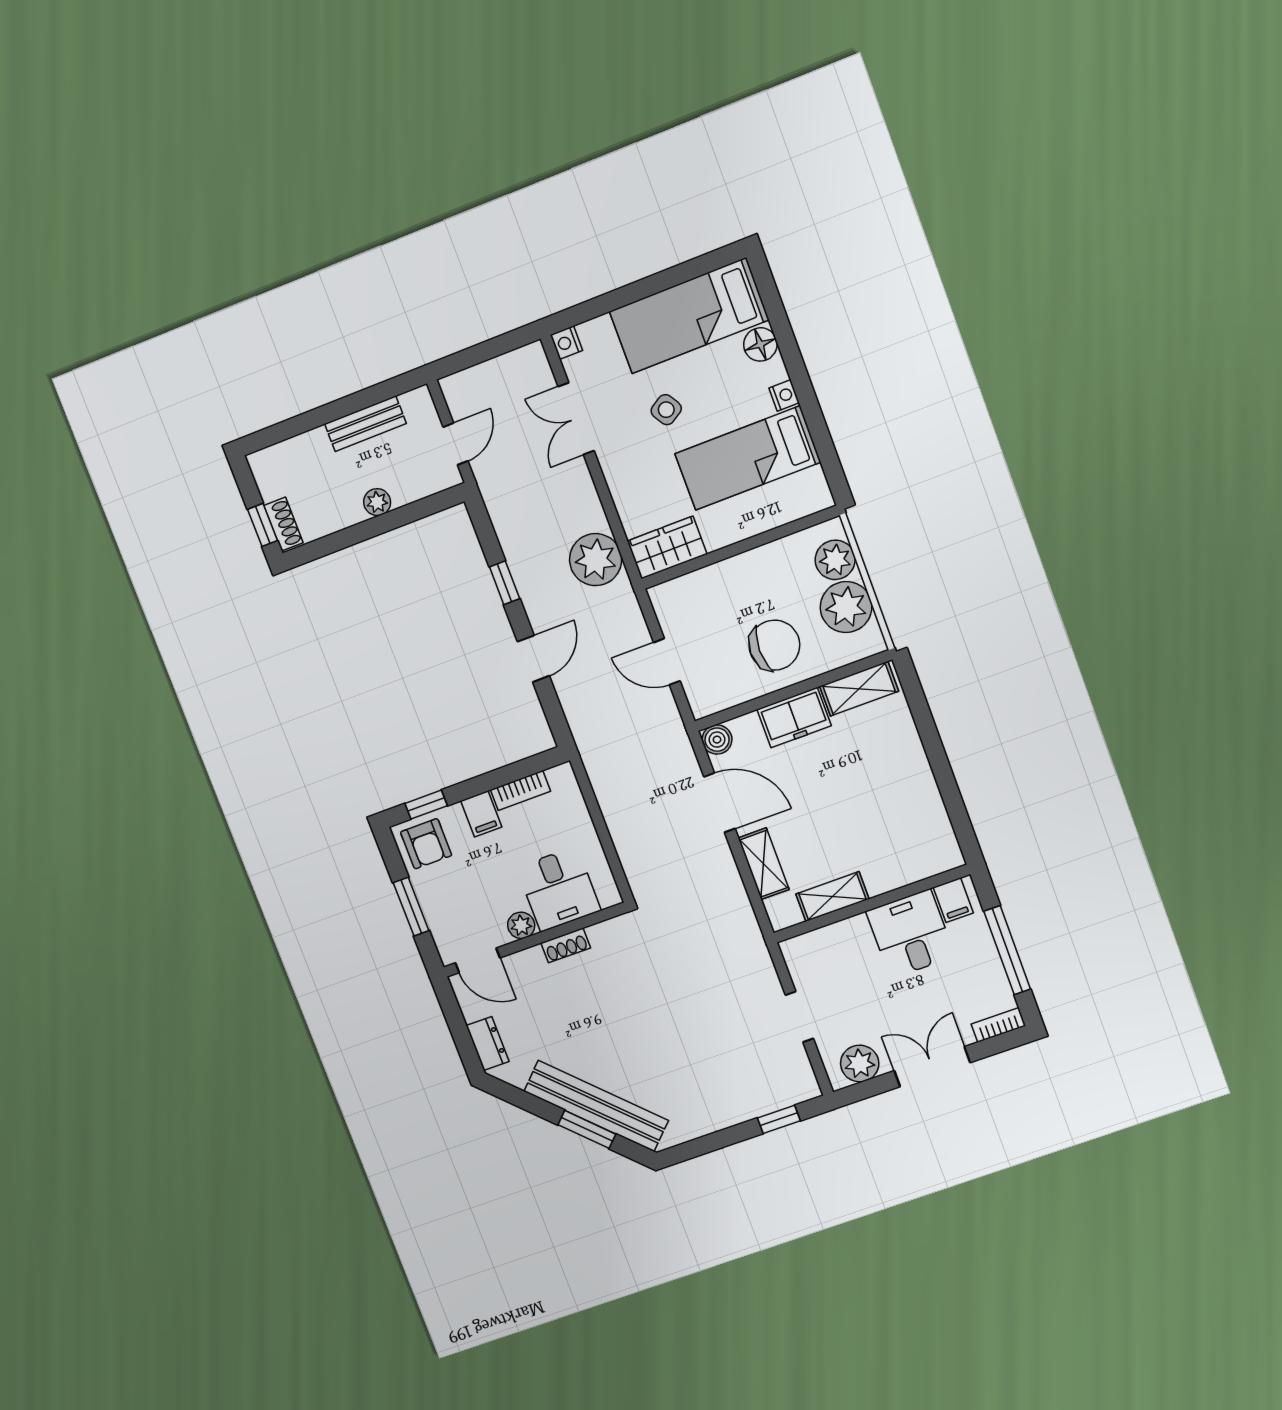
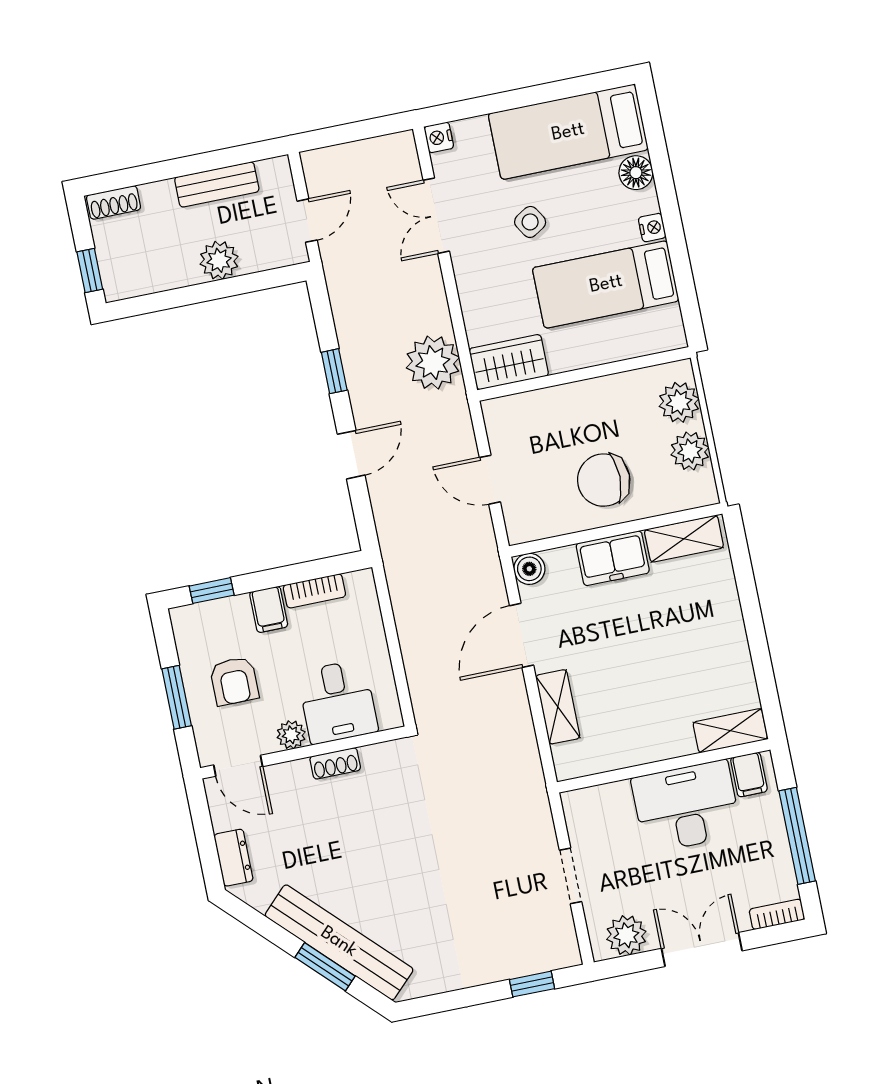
plant: (377, 502) -> (219, 260), width x1.38, depth x1.38
shoe rack: (283, 524) -> (114, 202), moved, turned 90
plant: (846, 607) -> (690, 451), width x0.73, depth x0.73
chair: (774, 645) -> (604, 480), turned 180
door: (719, 803) -> (522, 635), swing flipped
armchair: (426, 844) -> (234, 681), moved
shelving: (832, 897) -> (730, 731), moved
desk: (910, 934) -> (686, 806), width x1.37

